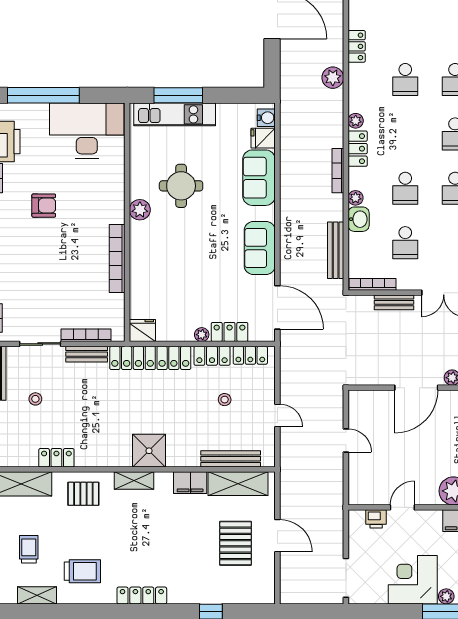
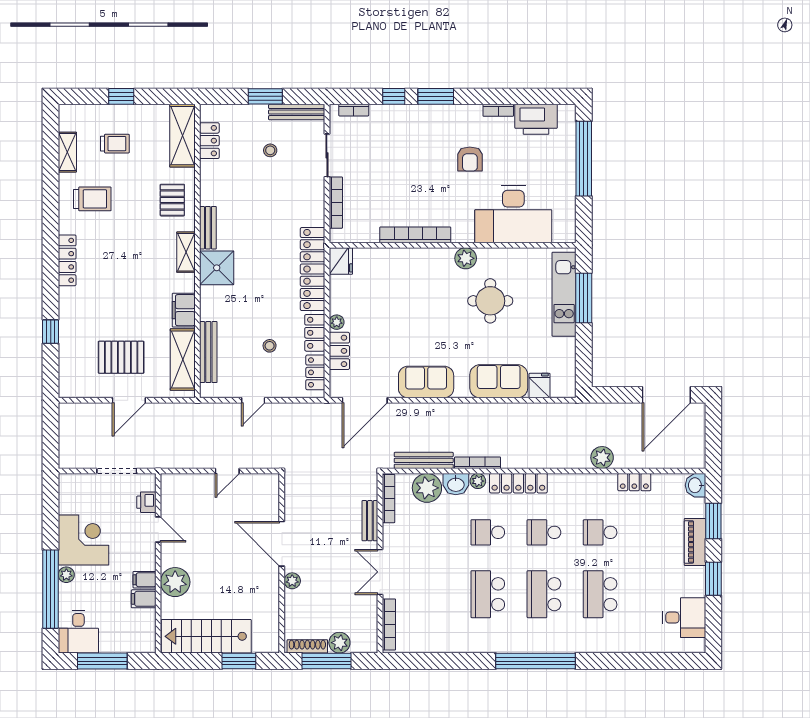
water cooler: (266, 118) -> (561, 389), removed
plant: (356, 121) -> (427, 488), moved, width x1.88, depth x1.88
desk: (87, 131) -> (513, 214), moved, turned 90
locker: (358, 149) -> (518, 483), width x1.53
bookcase: (338, 171) -> (478, 463), moved
school desk: (405, 243) -> (544, 532), moved
bench: (87, 354) -> (208, 228), moved
locker: (56, 458) -> (209, 141), moved
trolley: (82, 571) -> (92, 199), turned -90
doorway: (346, 578) -> (117, 471), moved

